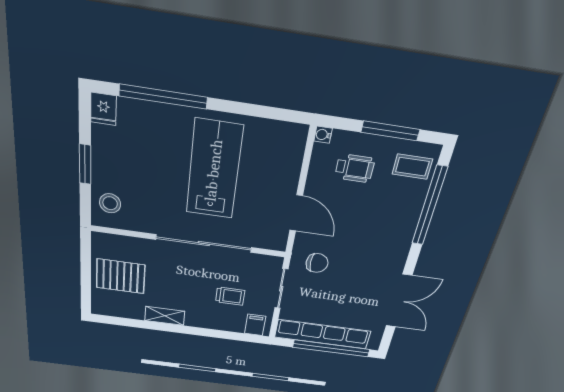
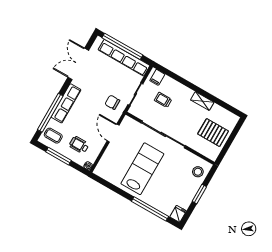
lab bench: (214, 170) -> (142, 169), turned 180
row of seats: (403, 232) -> (66, 103), added

